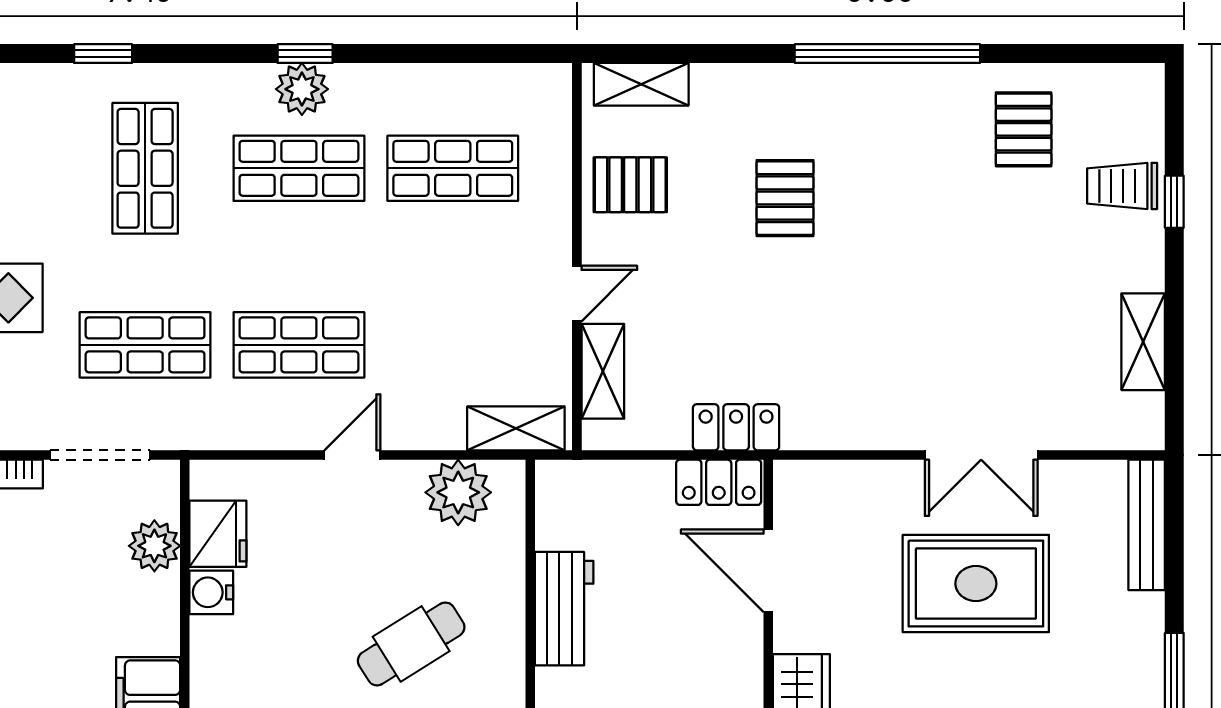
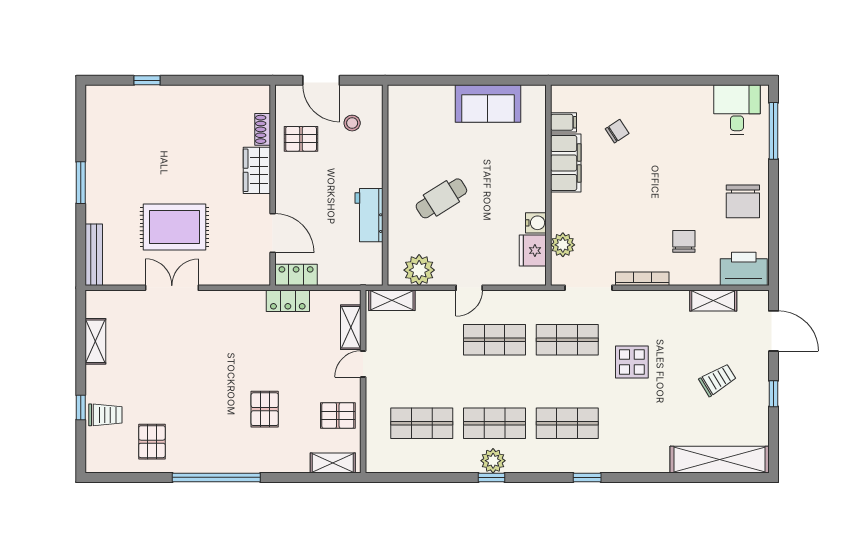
shop shelf: (145, 168) -> (567, 423), turned 90

